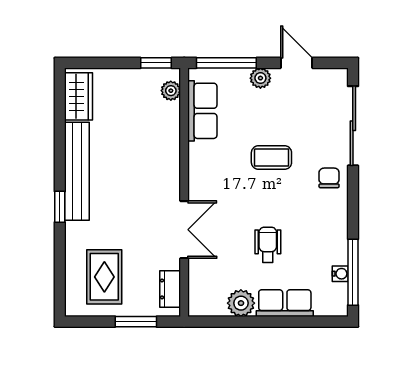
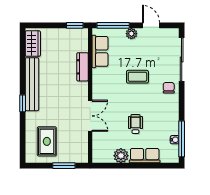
plant: (171, 91) -> (83, 40), removed
dresser: (170, 289) -> (82, 67), moved, width x1.44

